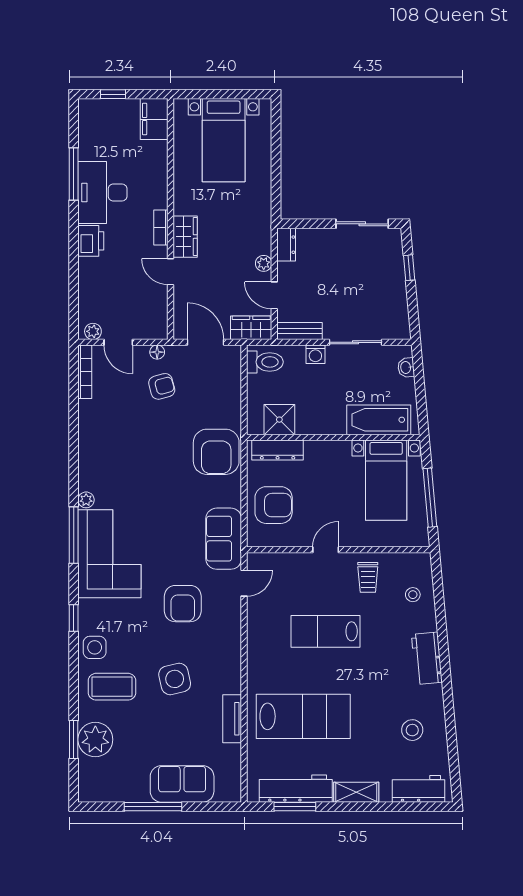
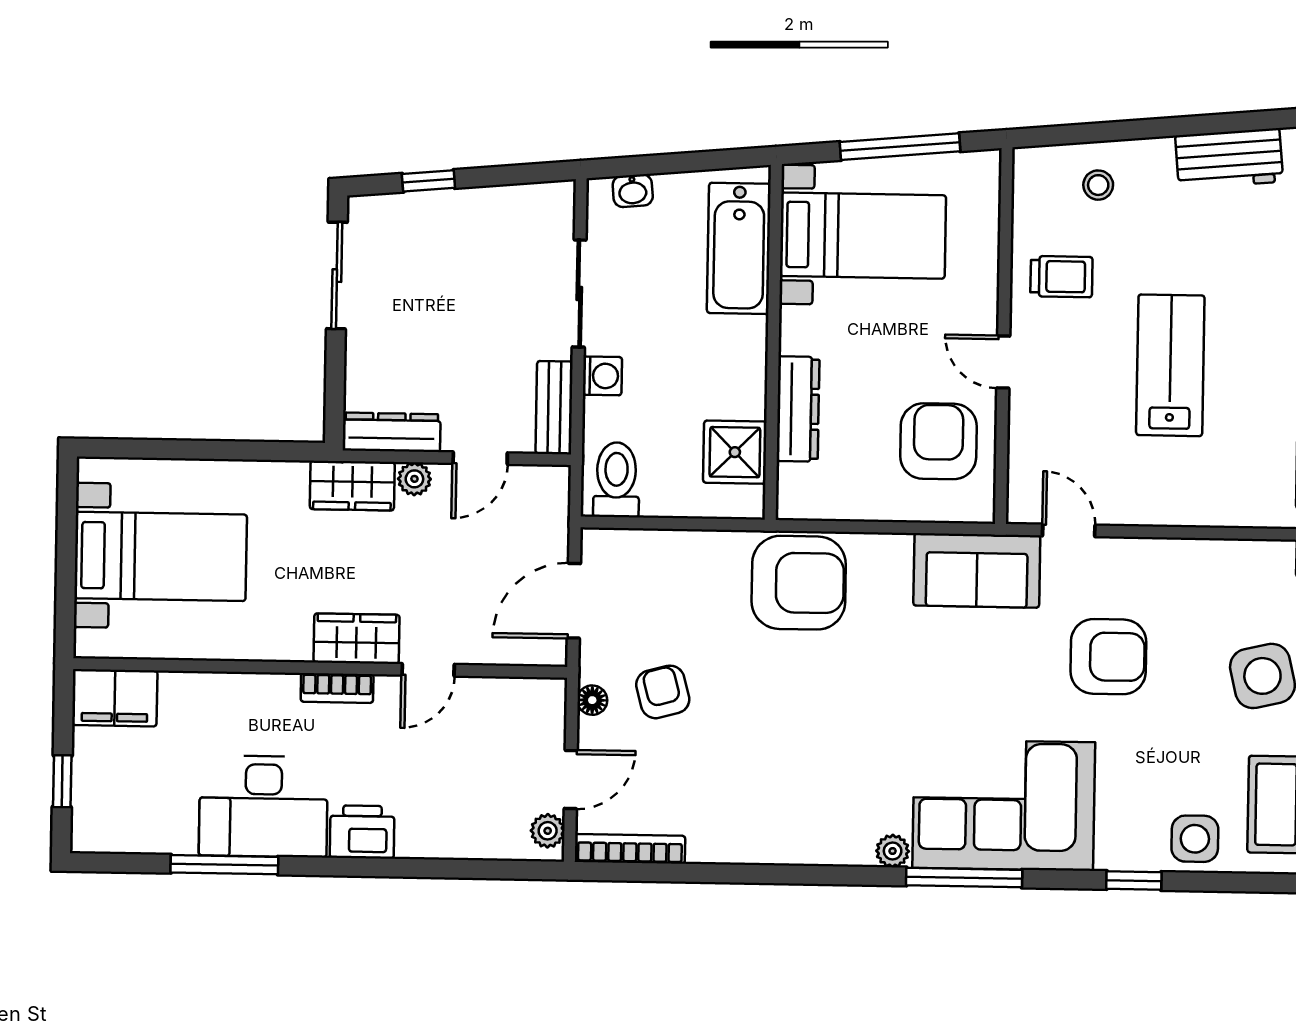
dresser: (286, 245) -> (392, 432), width x1.44
wardrobe: (251, 328) -> (352, 486), moved, turned -90
dresser: (278, 450) -> (798, 409), moved
armchair: (274, 505) -> (938, 441), moved
lab bench: (325, 631) -> (1170, 365), turned 180

